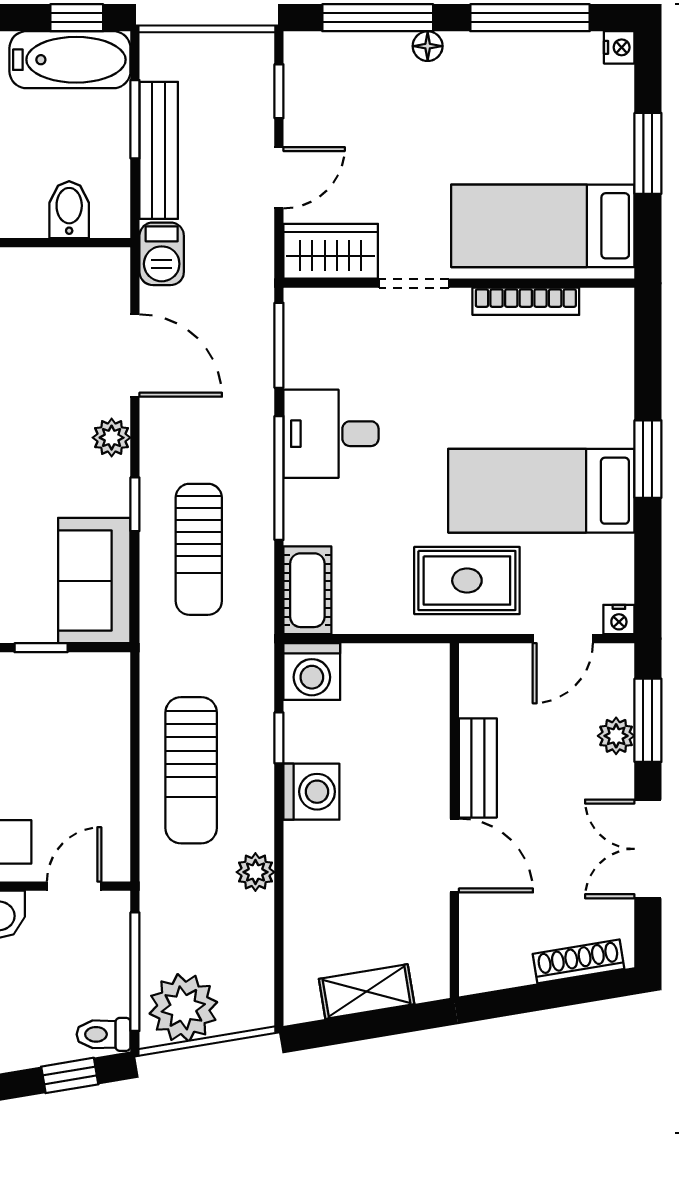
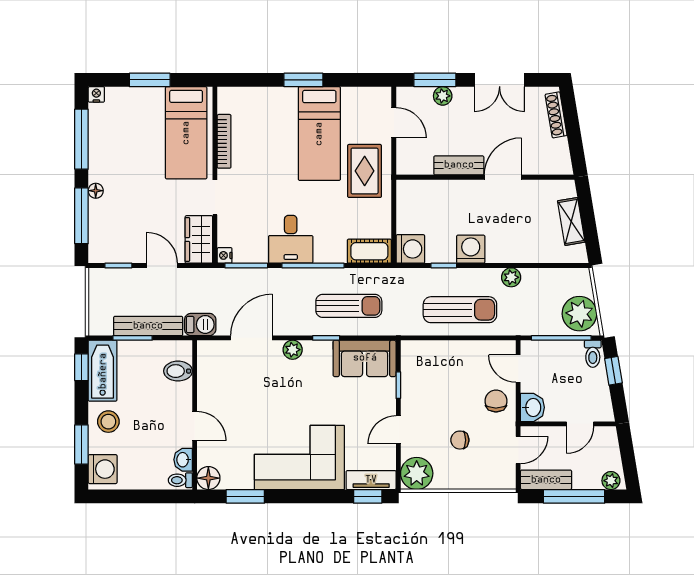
nightstand: (619, 619) -> (225, 255), moved, turned 180

